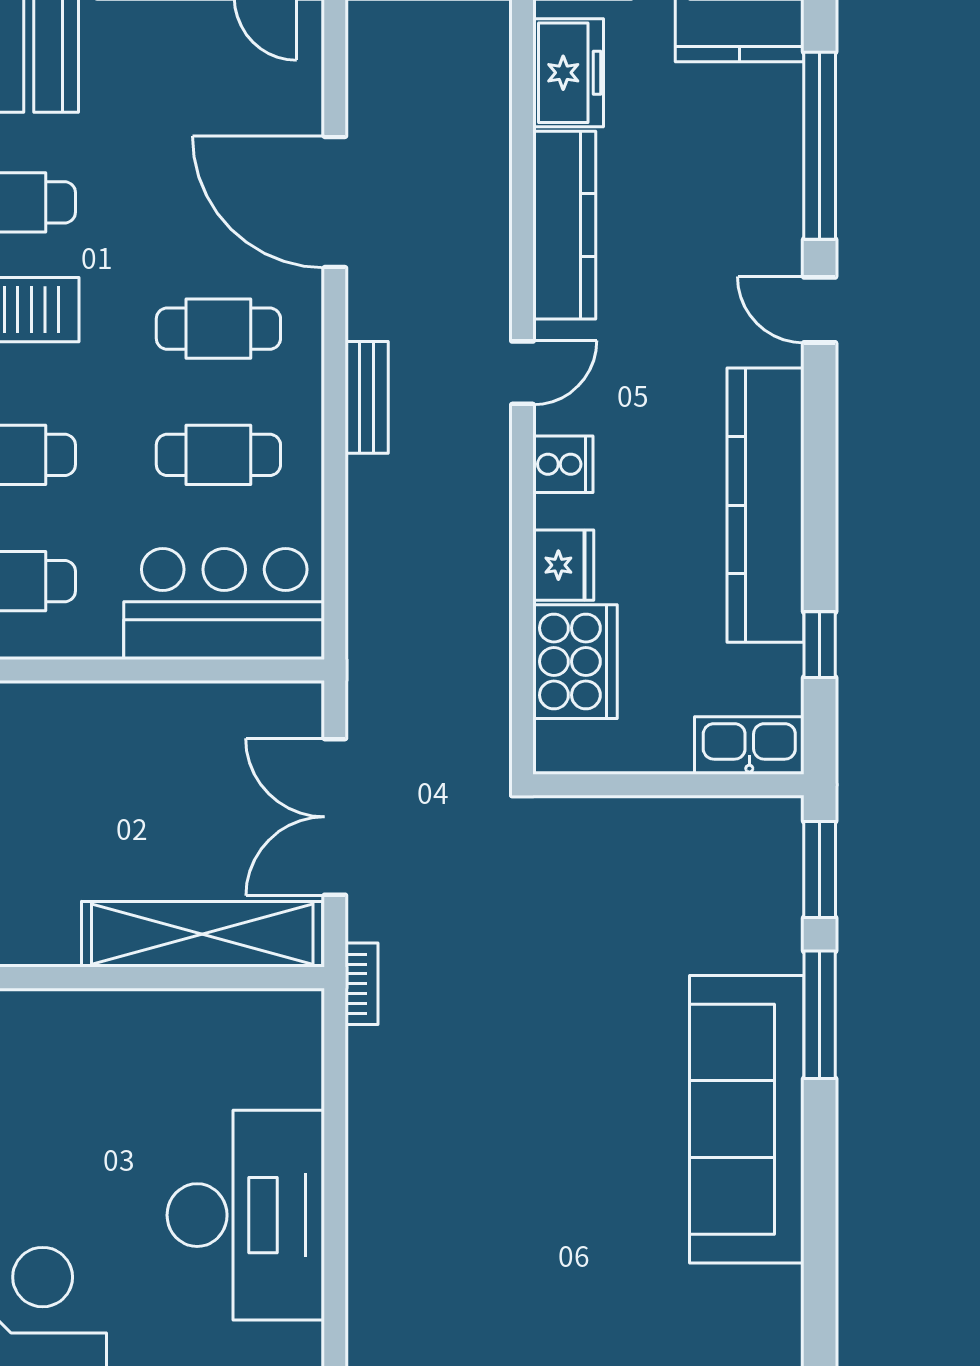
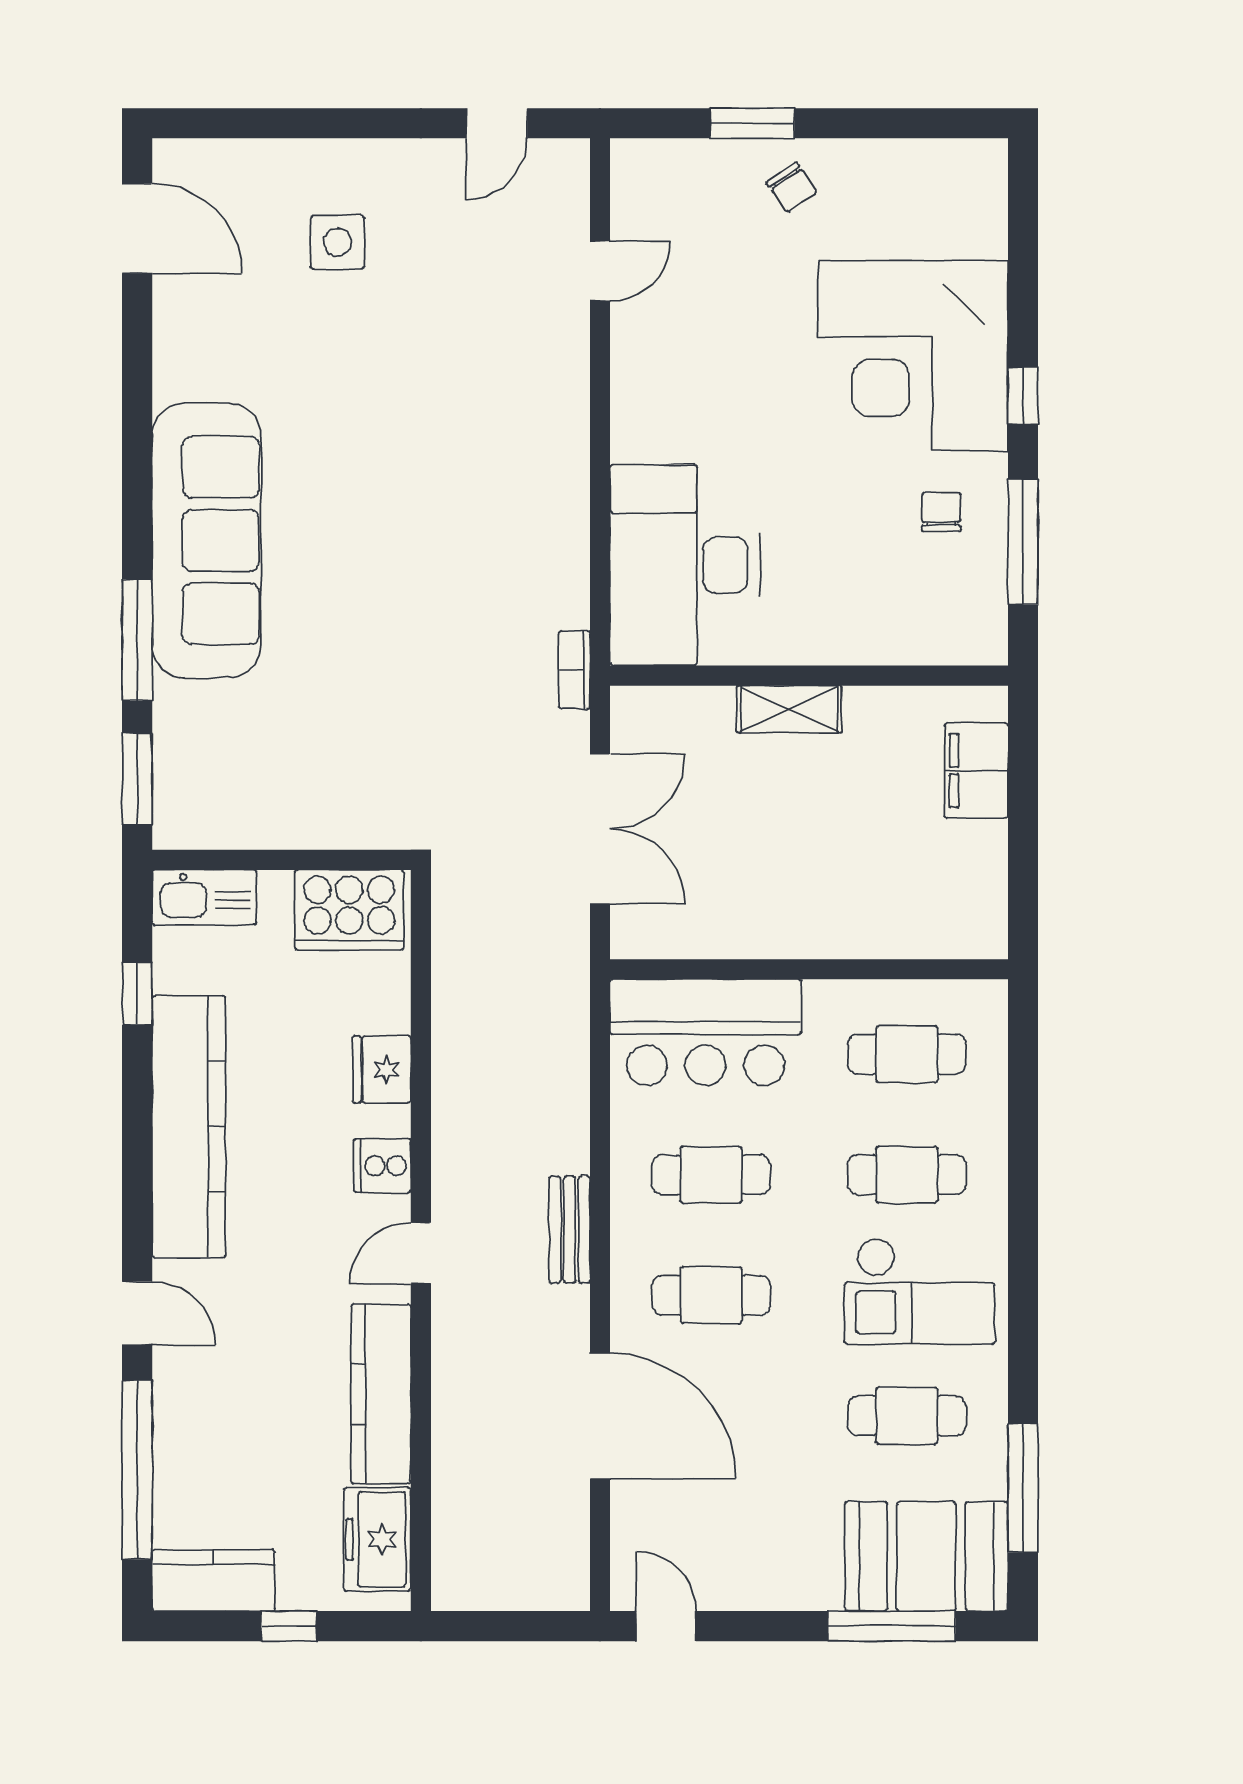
cooker: (575, 662) -> (349, 910), moved, turned -90
shelving: (202, 934) -> (789, 709), width x0.45, depth x0.75
desk: (246, 1215) -> (685, 565), moved

